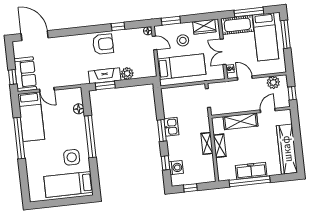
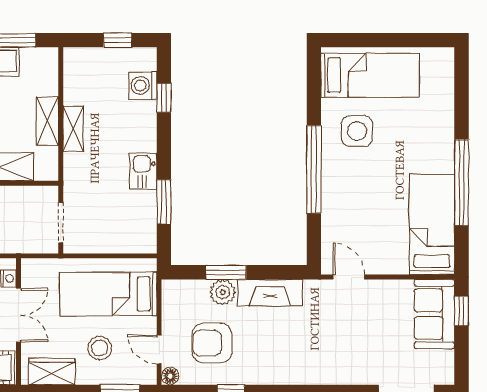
armchair: (103, 44) -> (212, 343), moved
window: (105, 85) -> (226, 272), moved
door: (47, 90) -> (349, 277), moved
floor lamp: (79, 109) -> (332, 230), removed
window: (162, 131) -> (164, 202), moved

